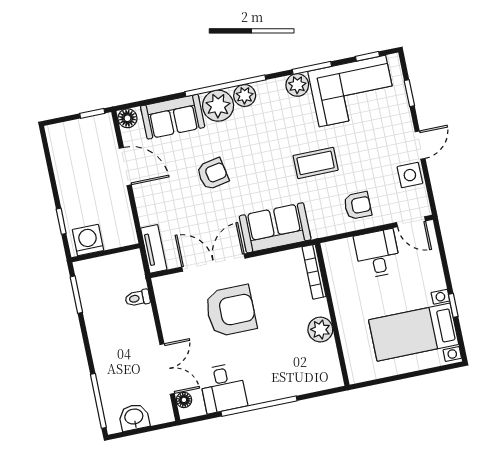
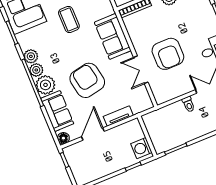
plant: (297, 85) -> (31, 56), moved
armchair: (213, 174) -> (87, 80), width x1.88, depth x1.88
tv unit: (154, 249) -> (118, 116), moved
double door: (213, 263) -> (141, 70), width x0.73
toilet: (138, 298) -> (188, 104), moved
armchair: (231, 311) -> (168, 54), turned 180

